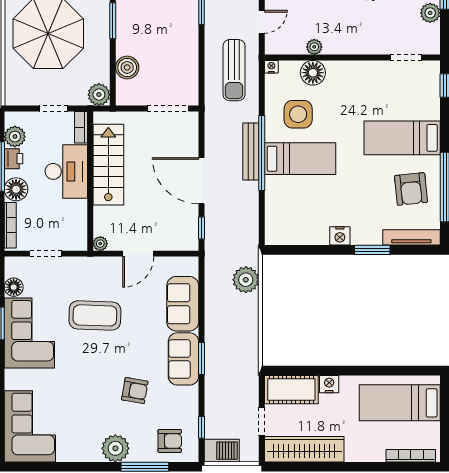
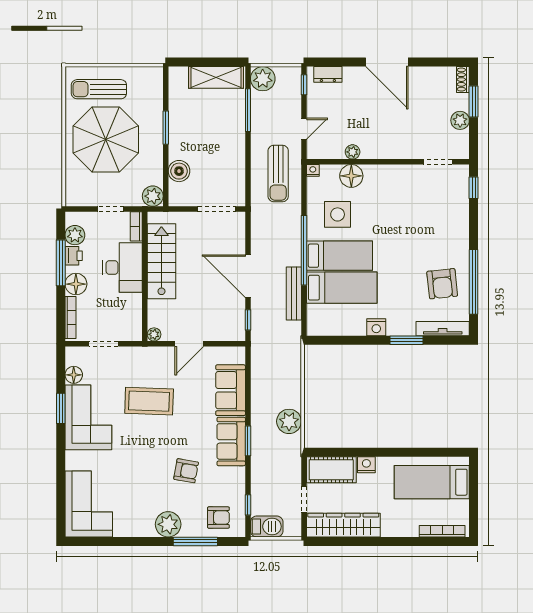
bed: (402, 138) -> (342, 288), moved, turned 180
bench: (251, 151) -> (294, 293), moved
plant: (246, 280) -> (289, 421), moved

